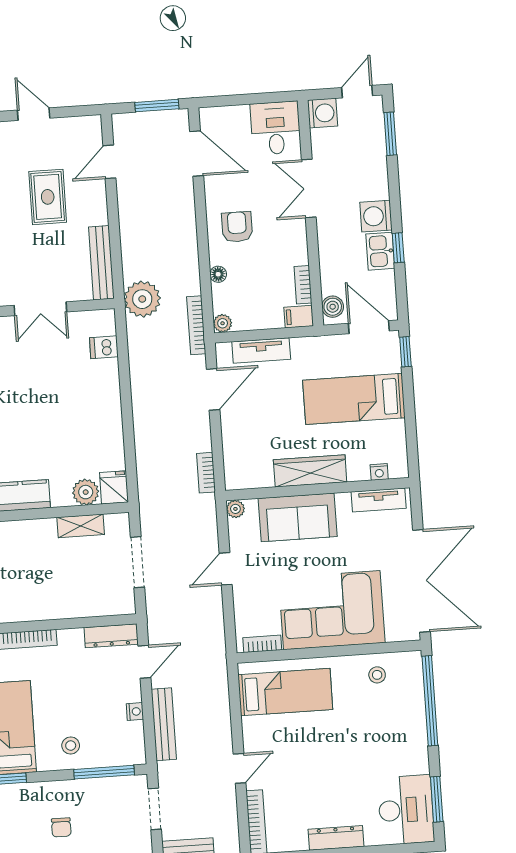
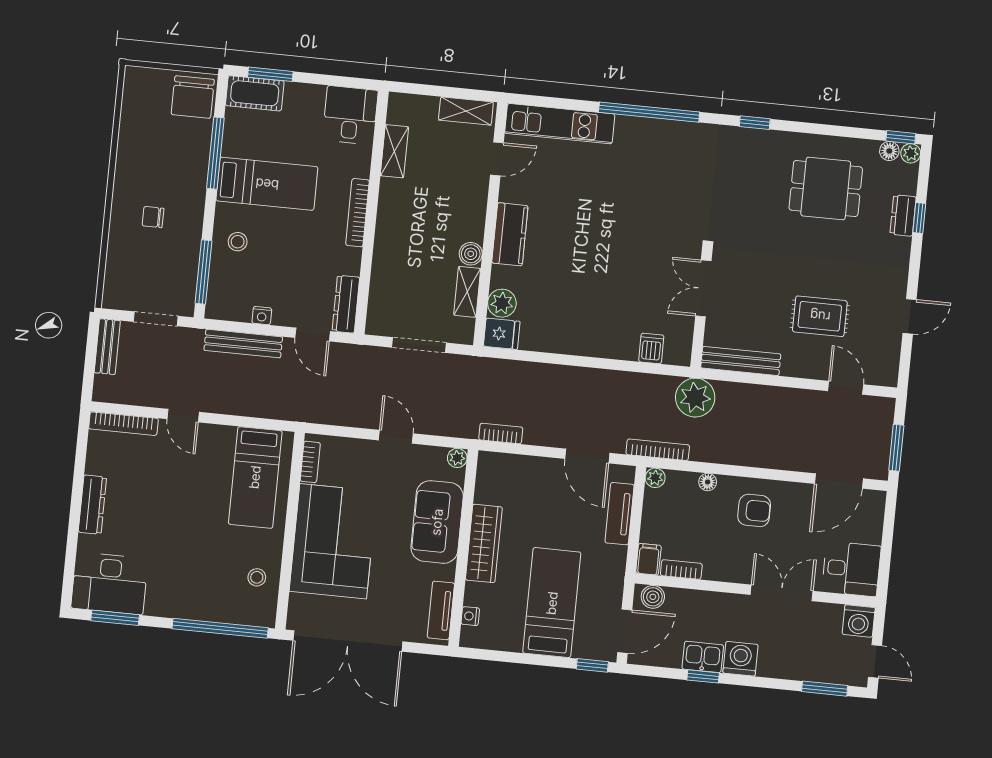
boiler: (45, 529) -> (471, 254), added

